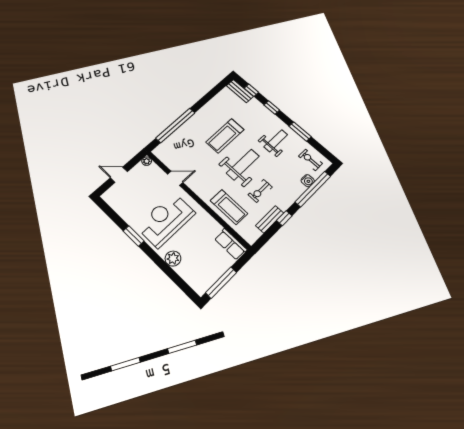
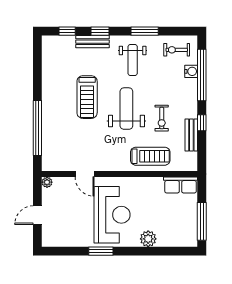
bench: (240, 91) -> (92, 42), moved
weight bench: (276, 141) -> (133, 60), turned 180
door: (175, 178) -> (85, 174), swing flipped
reception desk: (166, 220) -> (112, 215), turned 180

